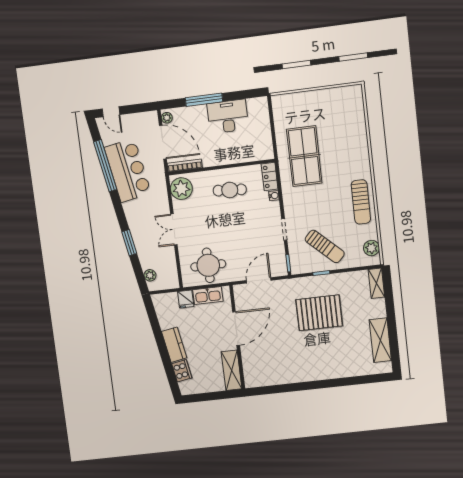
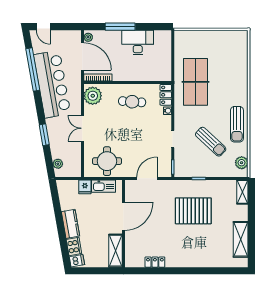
bar counter: (128, 170) -> (52, 84), width x1.36
sun lounger: (325, 246) -> (211, 142), moved
locker: (280, 378) -> (155, 262), added
dishwasher: (187, 387) -> (77, 261), added

